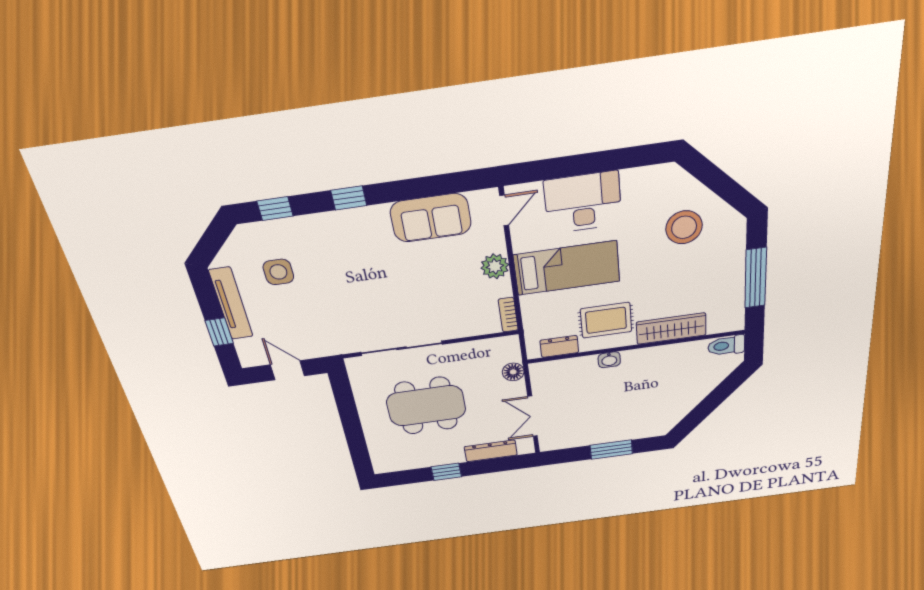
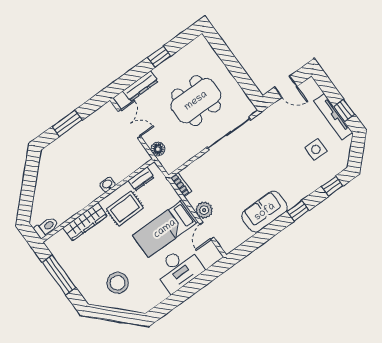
door: (504, 210) -> (207, 231), moved
sofa: (431, 218) -> (265, 212), moved
window: (219, 332) -> (344, 110), moved

